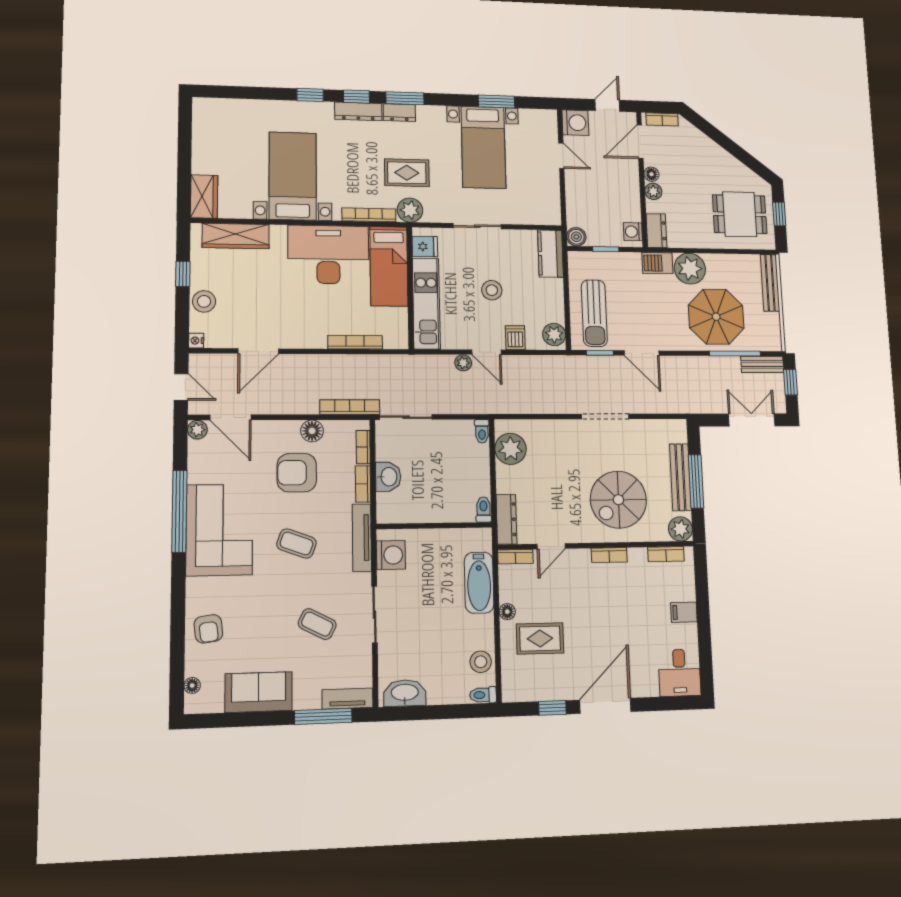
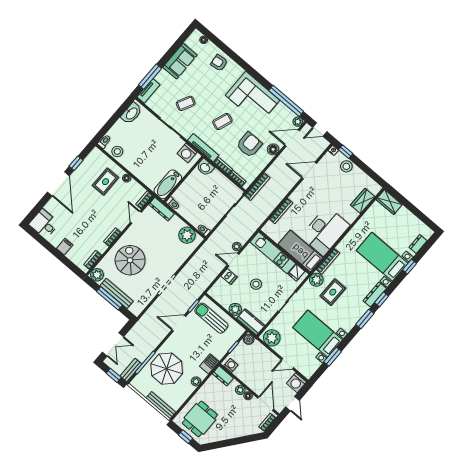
window: (310, 95) -> (410, 267), moved
dresser: (399, 113) -> (418, 244), moved
bed with nightstands: (293, 176) -> (382, 257), moved, turned 180
plant: (546, 206) -> (272, 338), added
wardrobe: (236, 236) -> (363, 201), width x0.67
plant: (690, 269) -> (196, 381), width x0.53, depth x0.53
window: (183, 274) -> (346, 152), moved
plant: (554, 334) -> (235, 309), moved
door: (258, 351) -> (309, 171), hinge flipped
floor lamp: (312, 431) -> (273, 149), moved
washbasin: (388, 477) -> (205, 167), moved
window: (179, 511) -> (286, 101), moved
bathtub: (479, 583) -> (168, 184), moved, turned -90

